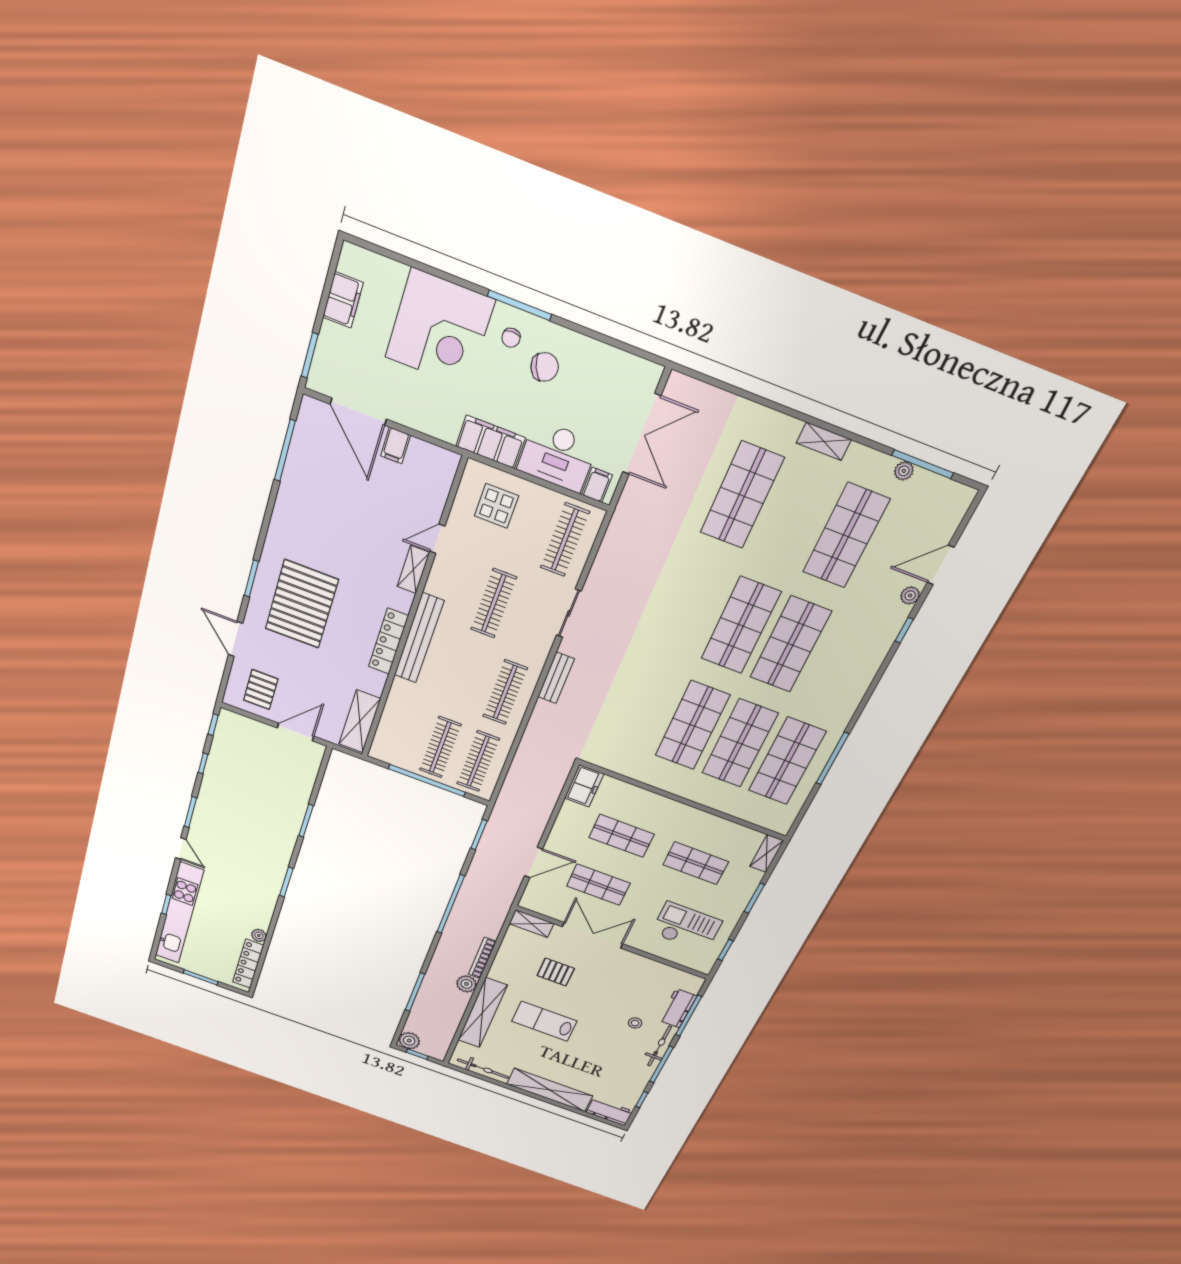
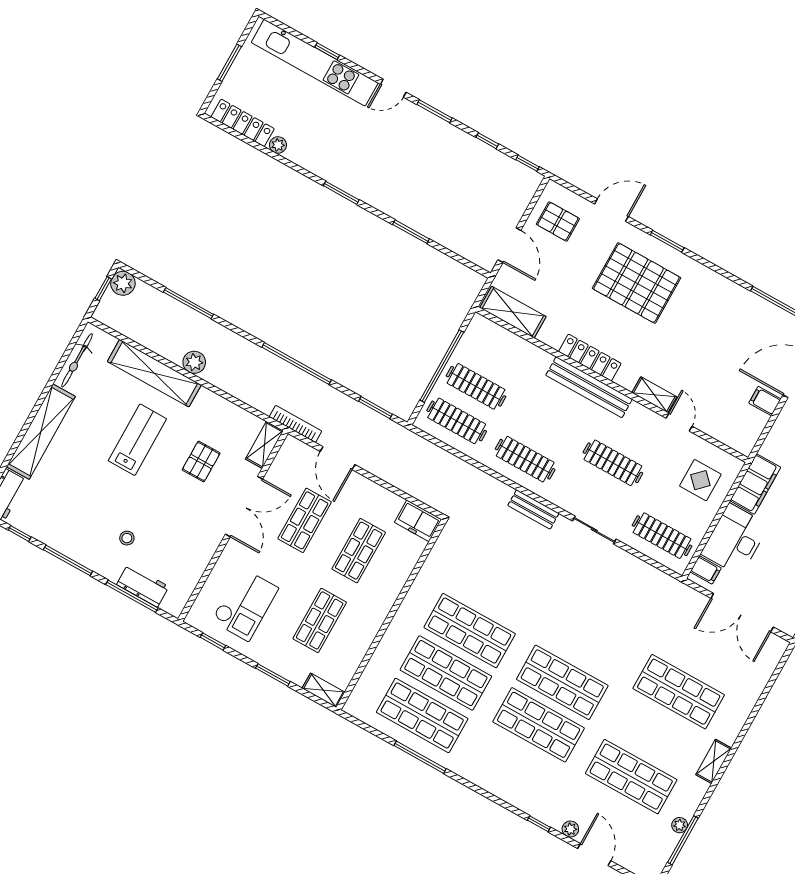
bookcase: (482, 958) -> (295, 424), moved
bicycle: (659, 1046) -> (94, 561), removed

